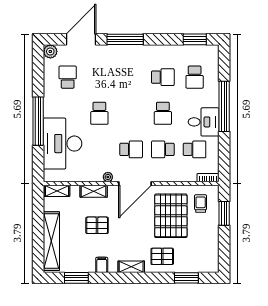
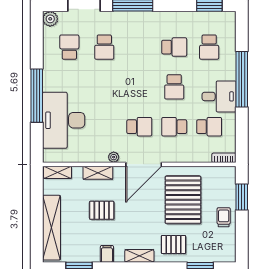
school desk: (99, 113) -> (104, 47), moved
trolley: (201, 204) -> (224, 217), moved

